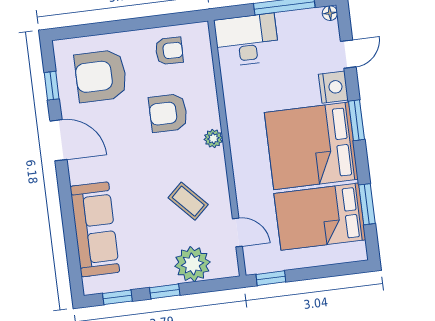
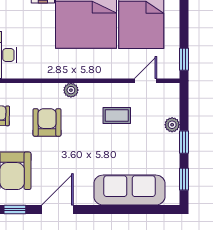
armchair: (168, 113) -> (47, 122), turned 180
coffee table: (188, 201) -> (117, 116), turned 43
plant: (192, 264) -> (172, 125), width x0.53, depth x0.53

